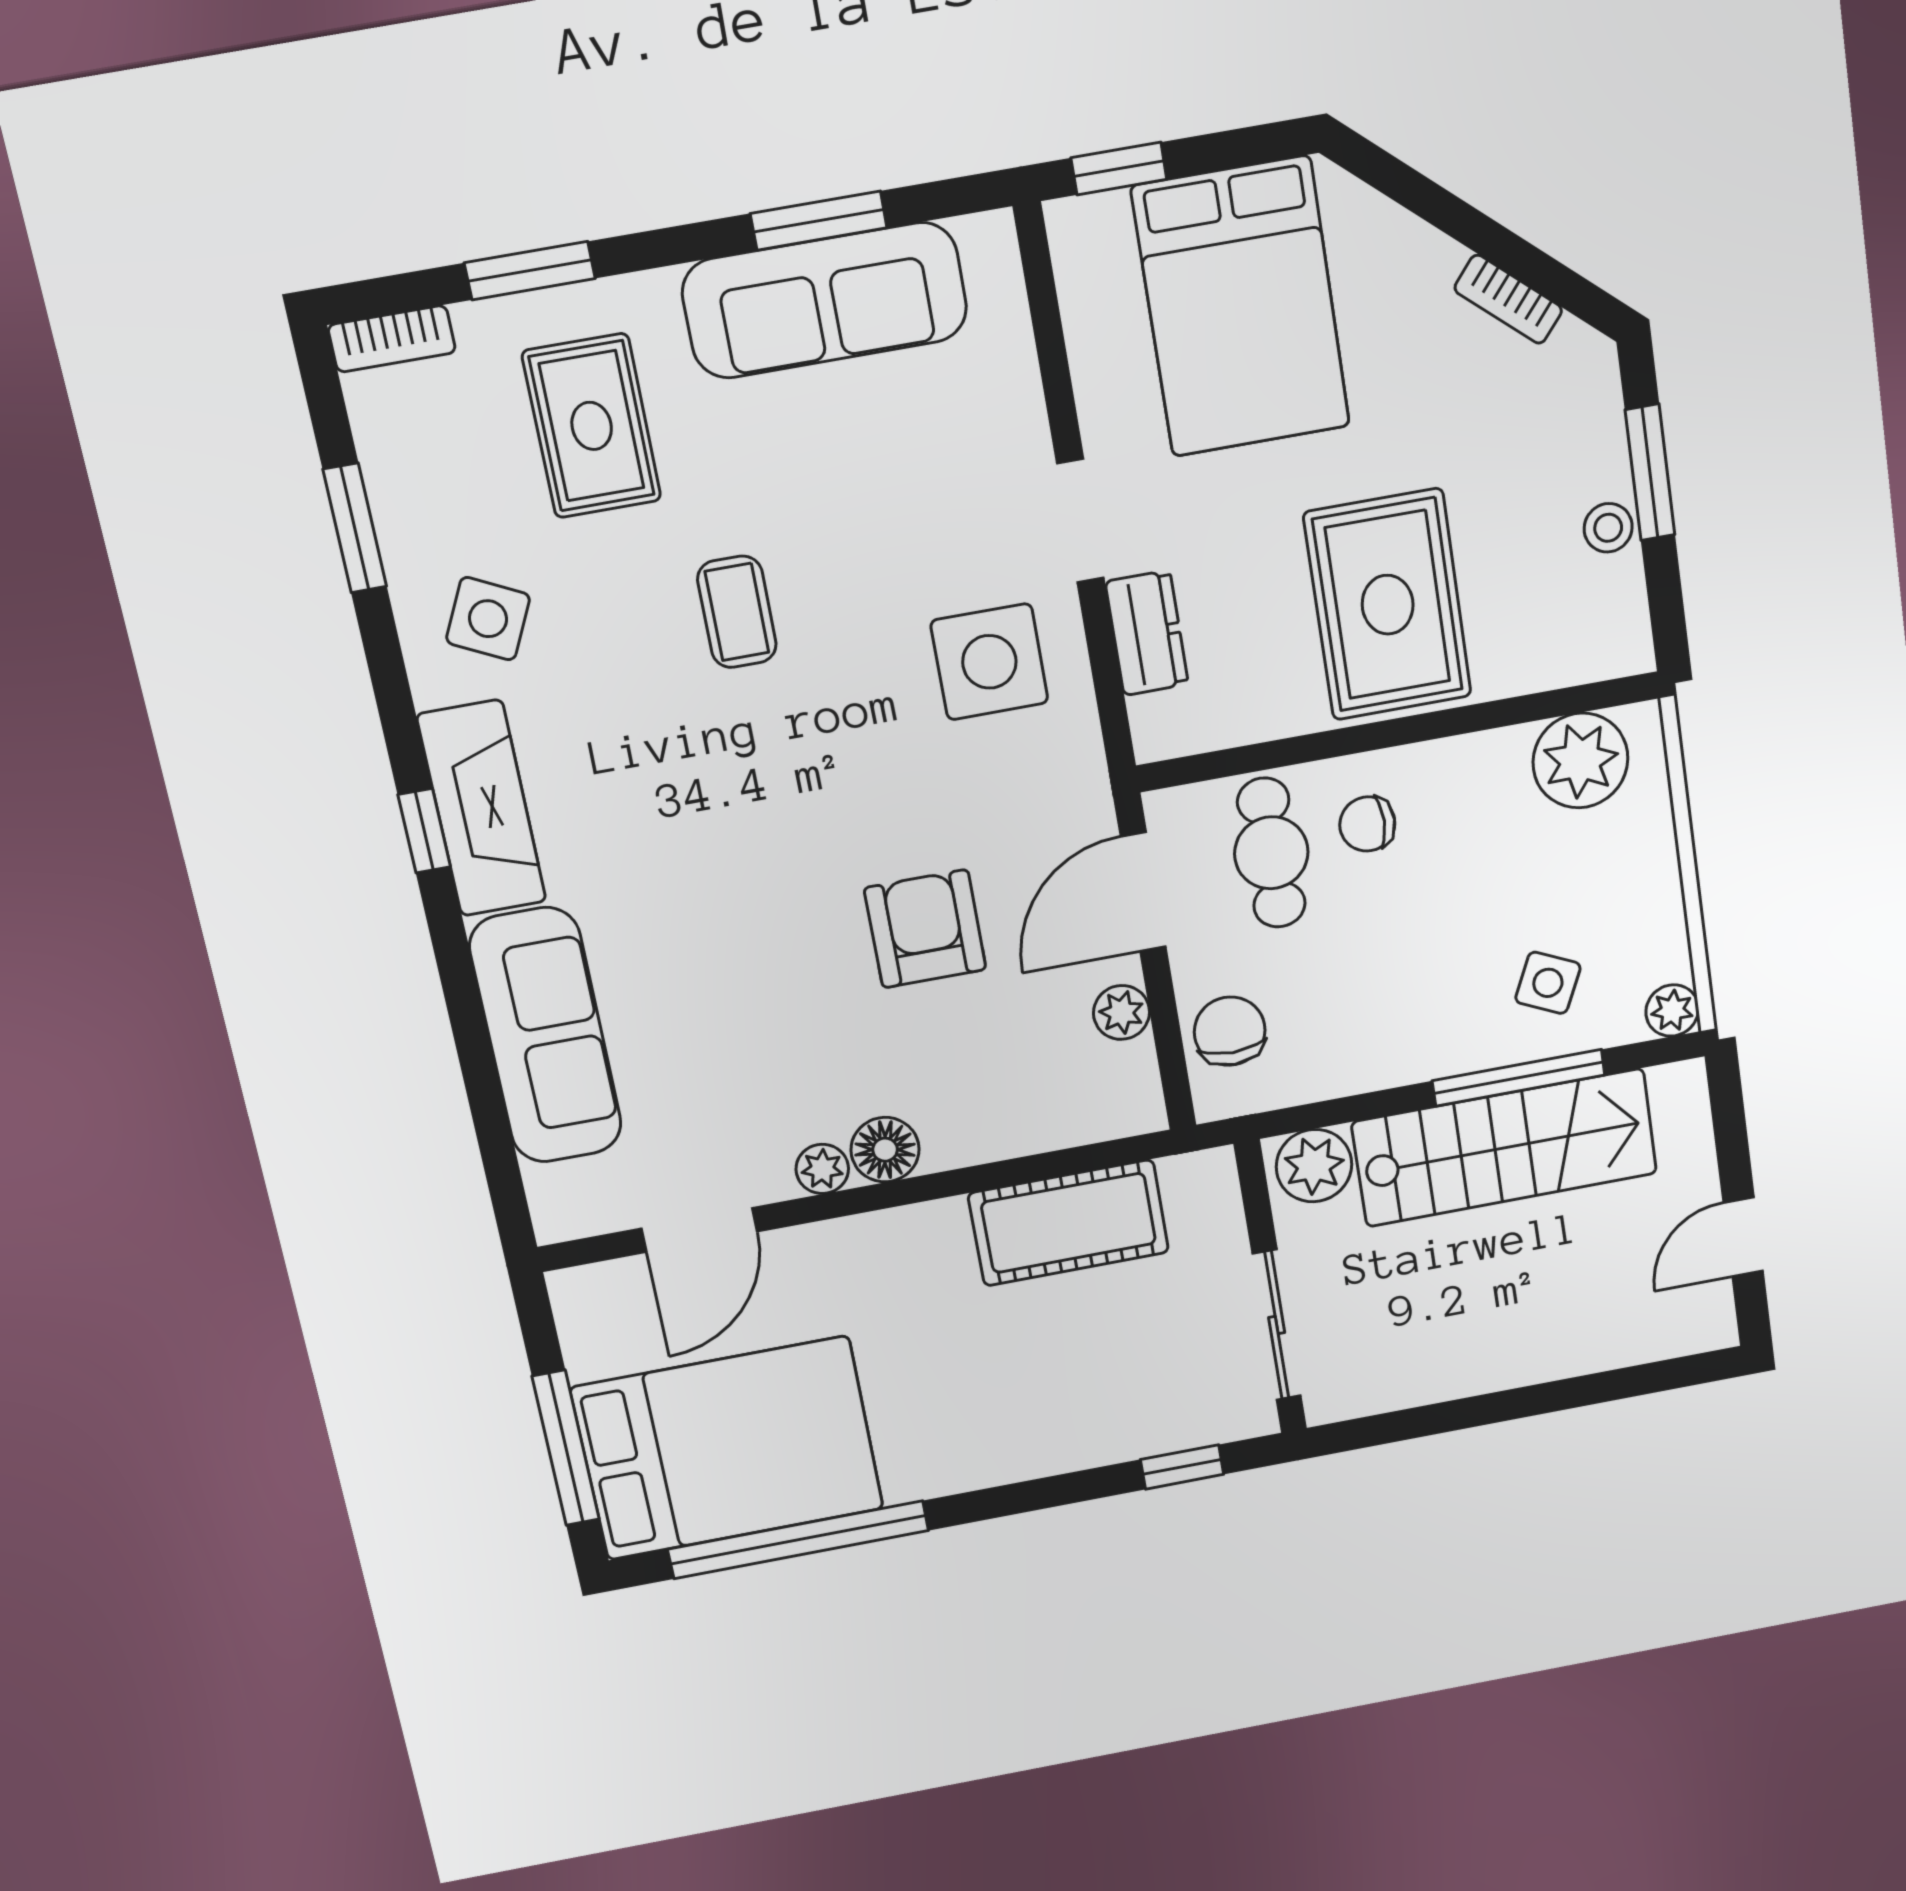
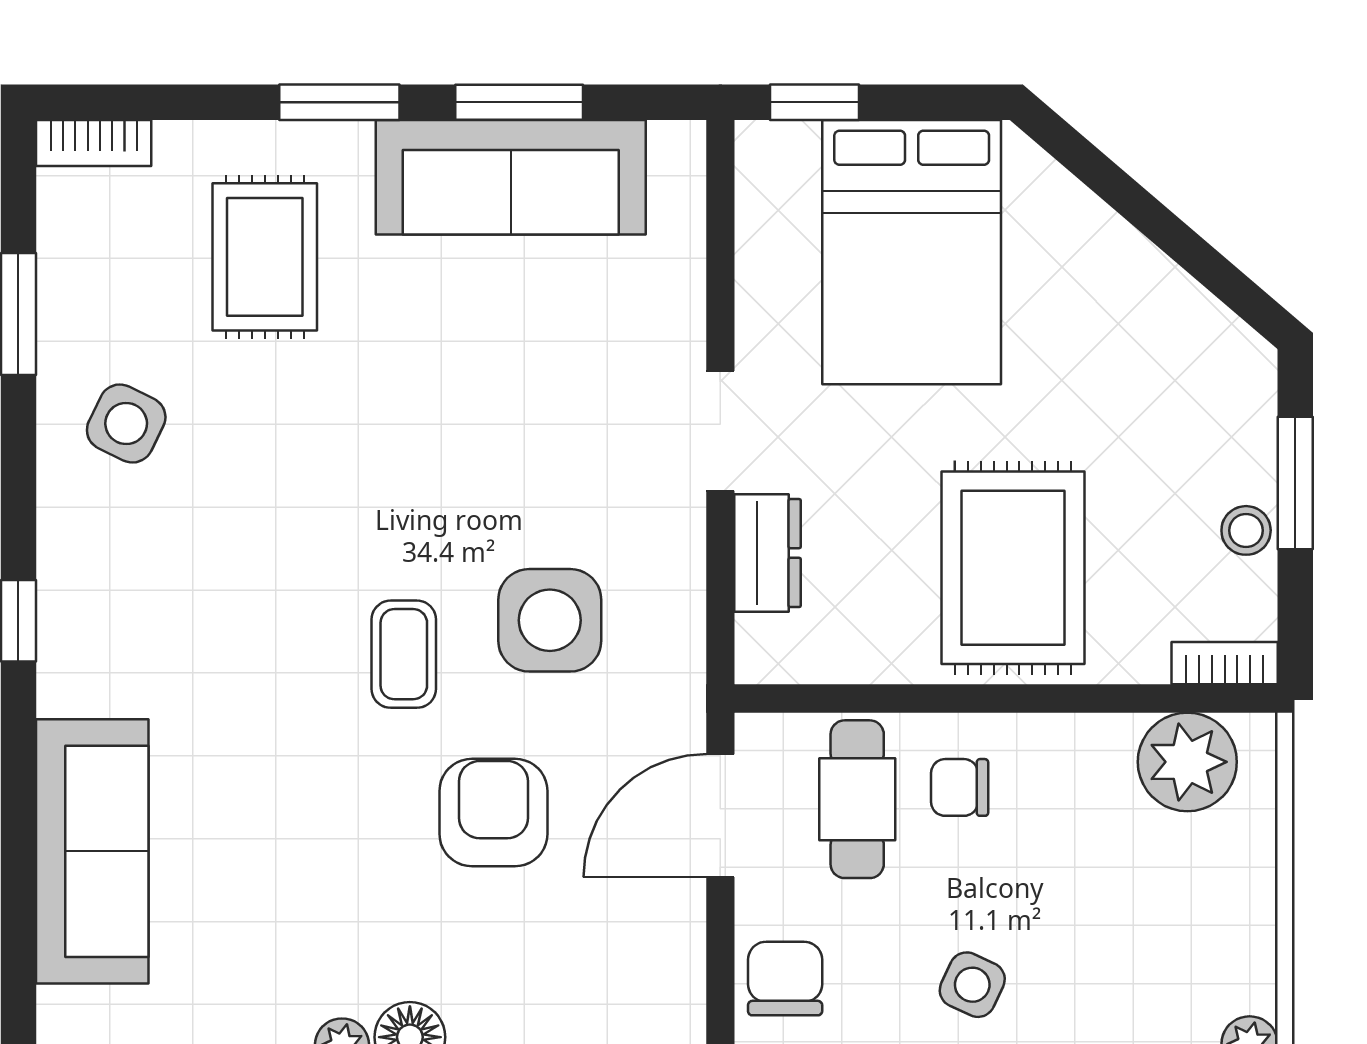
window: (530, 271) -> (339, 102), moved
bookcase: (1508, 299) -> (1225, 663), moved, turned 139
coffee table: (737, 612) -> (404, 654), moved
side table: (989, 662) -> (550, 620), moved
fireplace: (482, 808) -> (79, 609), removed
side table: (1548, 983) -> (972, 985), moved
plant: (1121, 1012) -> (677, 938), removed

